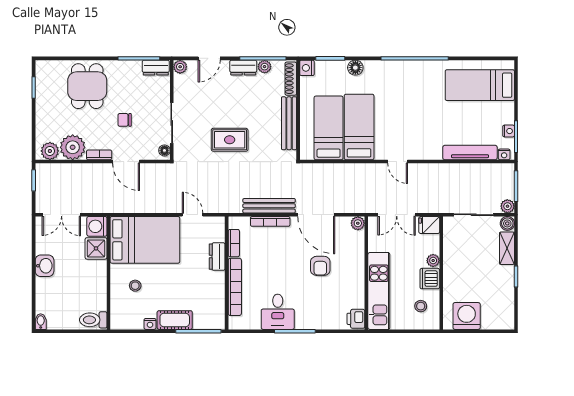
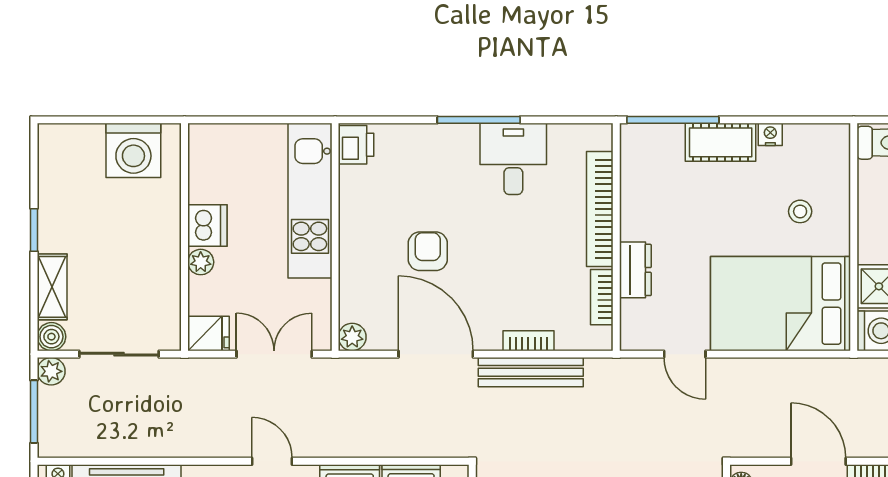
bookcase: (270, 221) -> (528, 341), width x0.64
stool: (421, 306) -> (226, 170), removed

